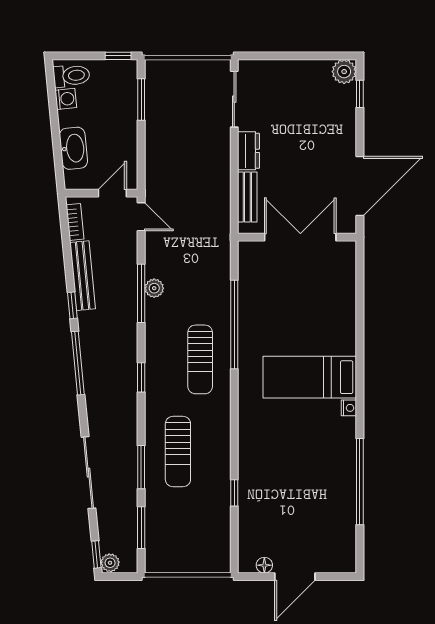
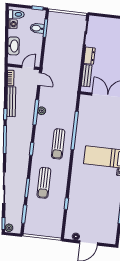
bidet: (122, 102) -> (37, 28), added

